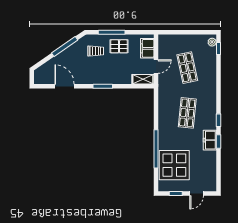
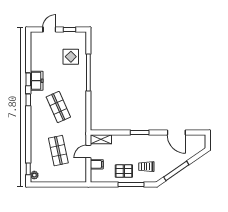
filing cabinet: (147, 48) -> (97, 164), width x0.50
shop shelf: (187, 113) -> (58, 107), turned -30
display table: (174, 165) -> (71, 57), width x0.54, depth x0.54

